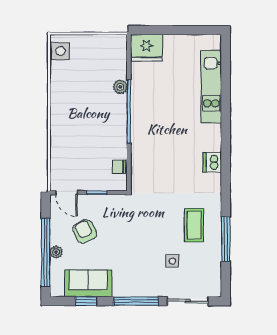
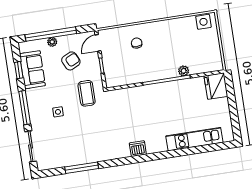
chair: (119, 167) -> (137, 43), moved
coffee table: (194, 225) -> (87, 93), moved, turned 90
side table: (172, 261) -> (58, 112), moved

